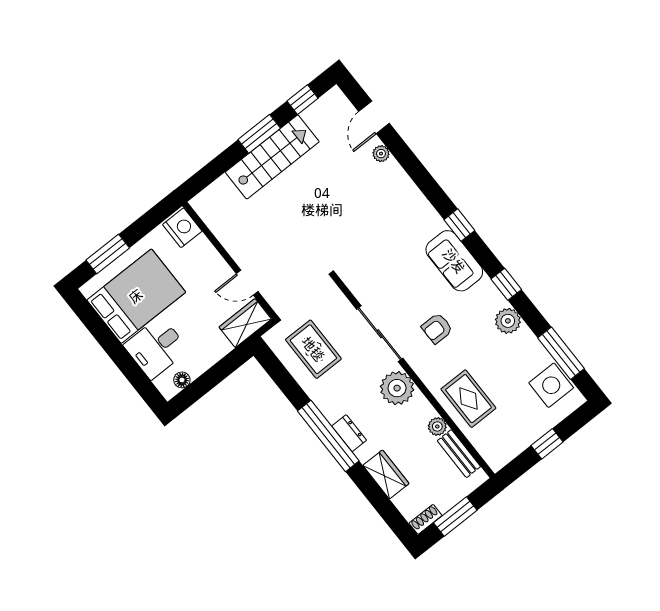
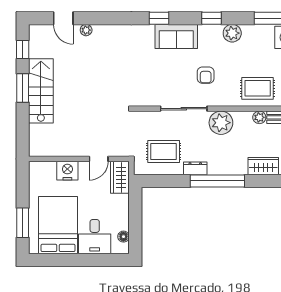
nightstand: (182, 228) -> (67, 171), moved
dresser: (349, 433) -> (195, 168), moved

